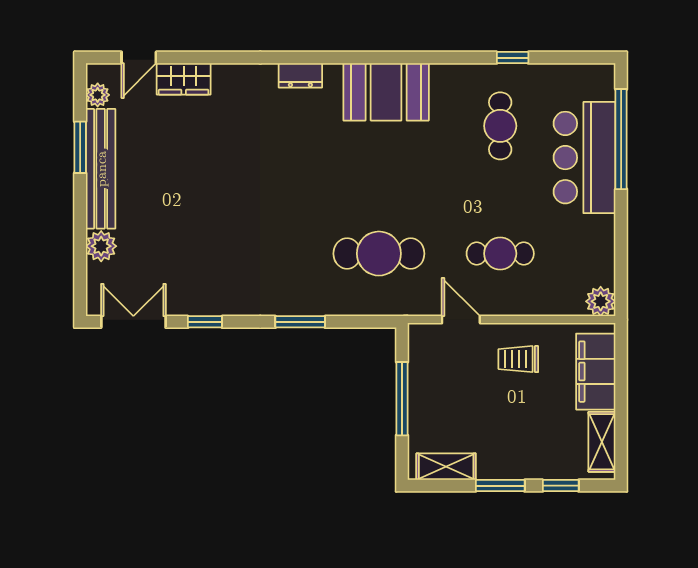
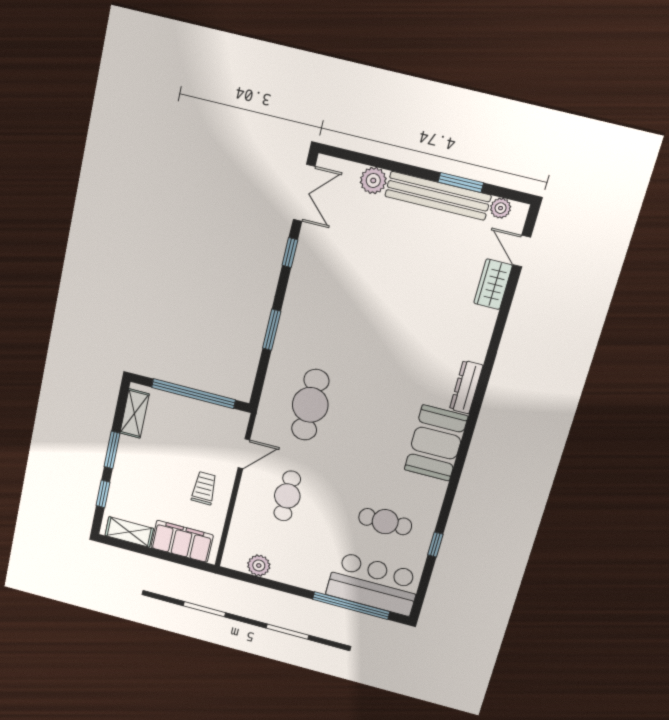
dresser: (300, 75) -> (466, 387), width x1.44
bar counter: (585, 158) -> (373, 584), moved
plant: (601, 301) -> (259, 566), moved
window: (402, 399) -> (194, 394), width x1.46

